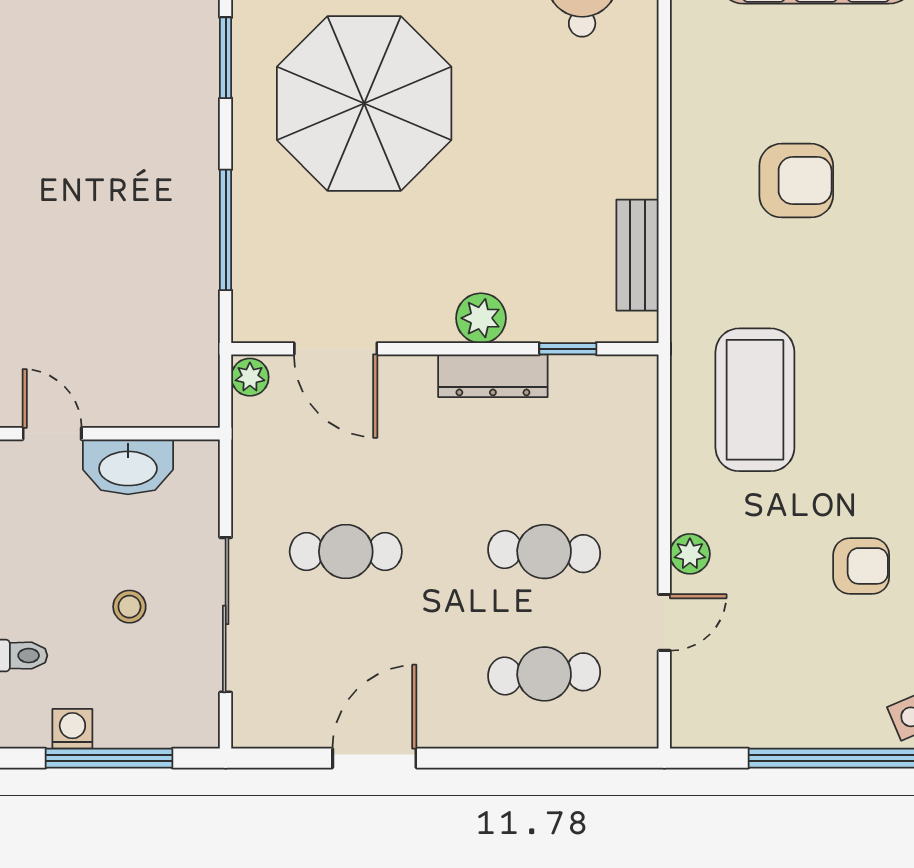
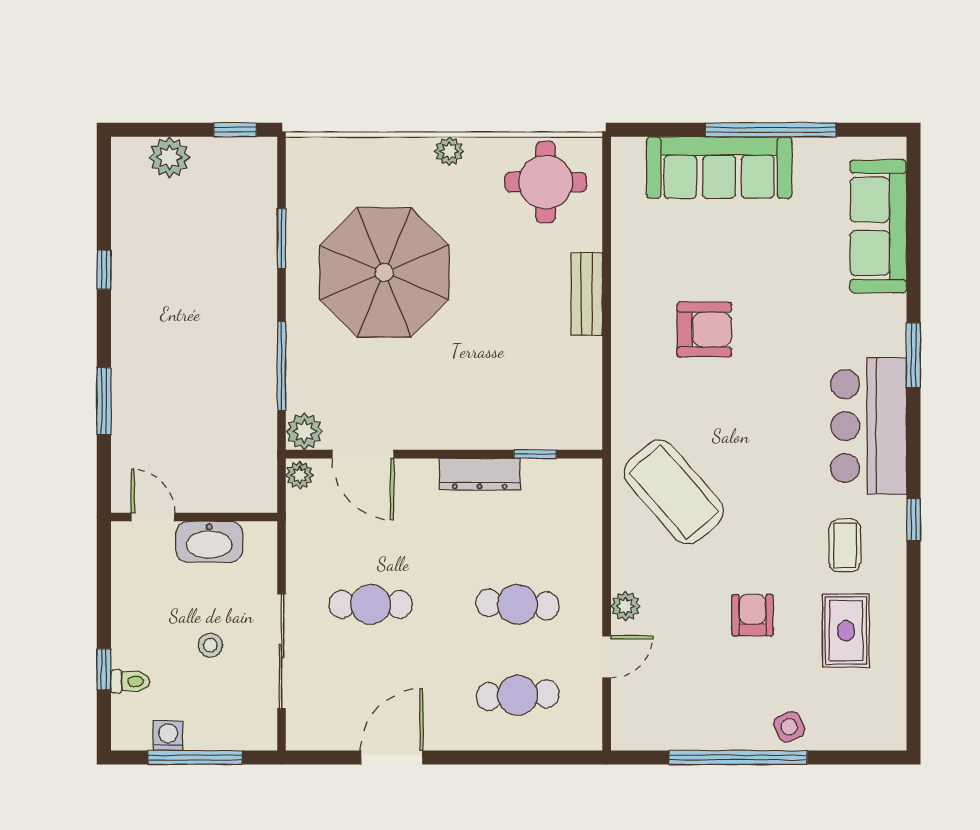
bench: (637, 255) -> (587, 294), moved
plant: (481, 318) -> (304, 431), moved
coffee table: (755, 400) -> (674, 492), turned -41
armchair: (861, 566) -> (752, 615), turned -90

